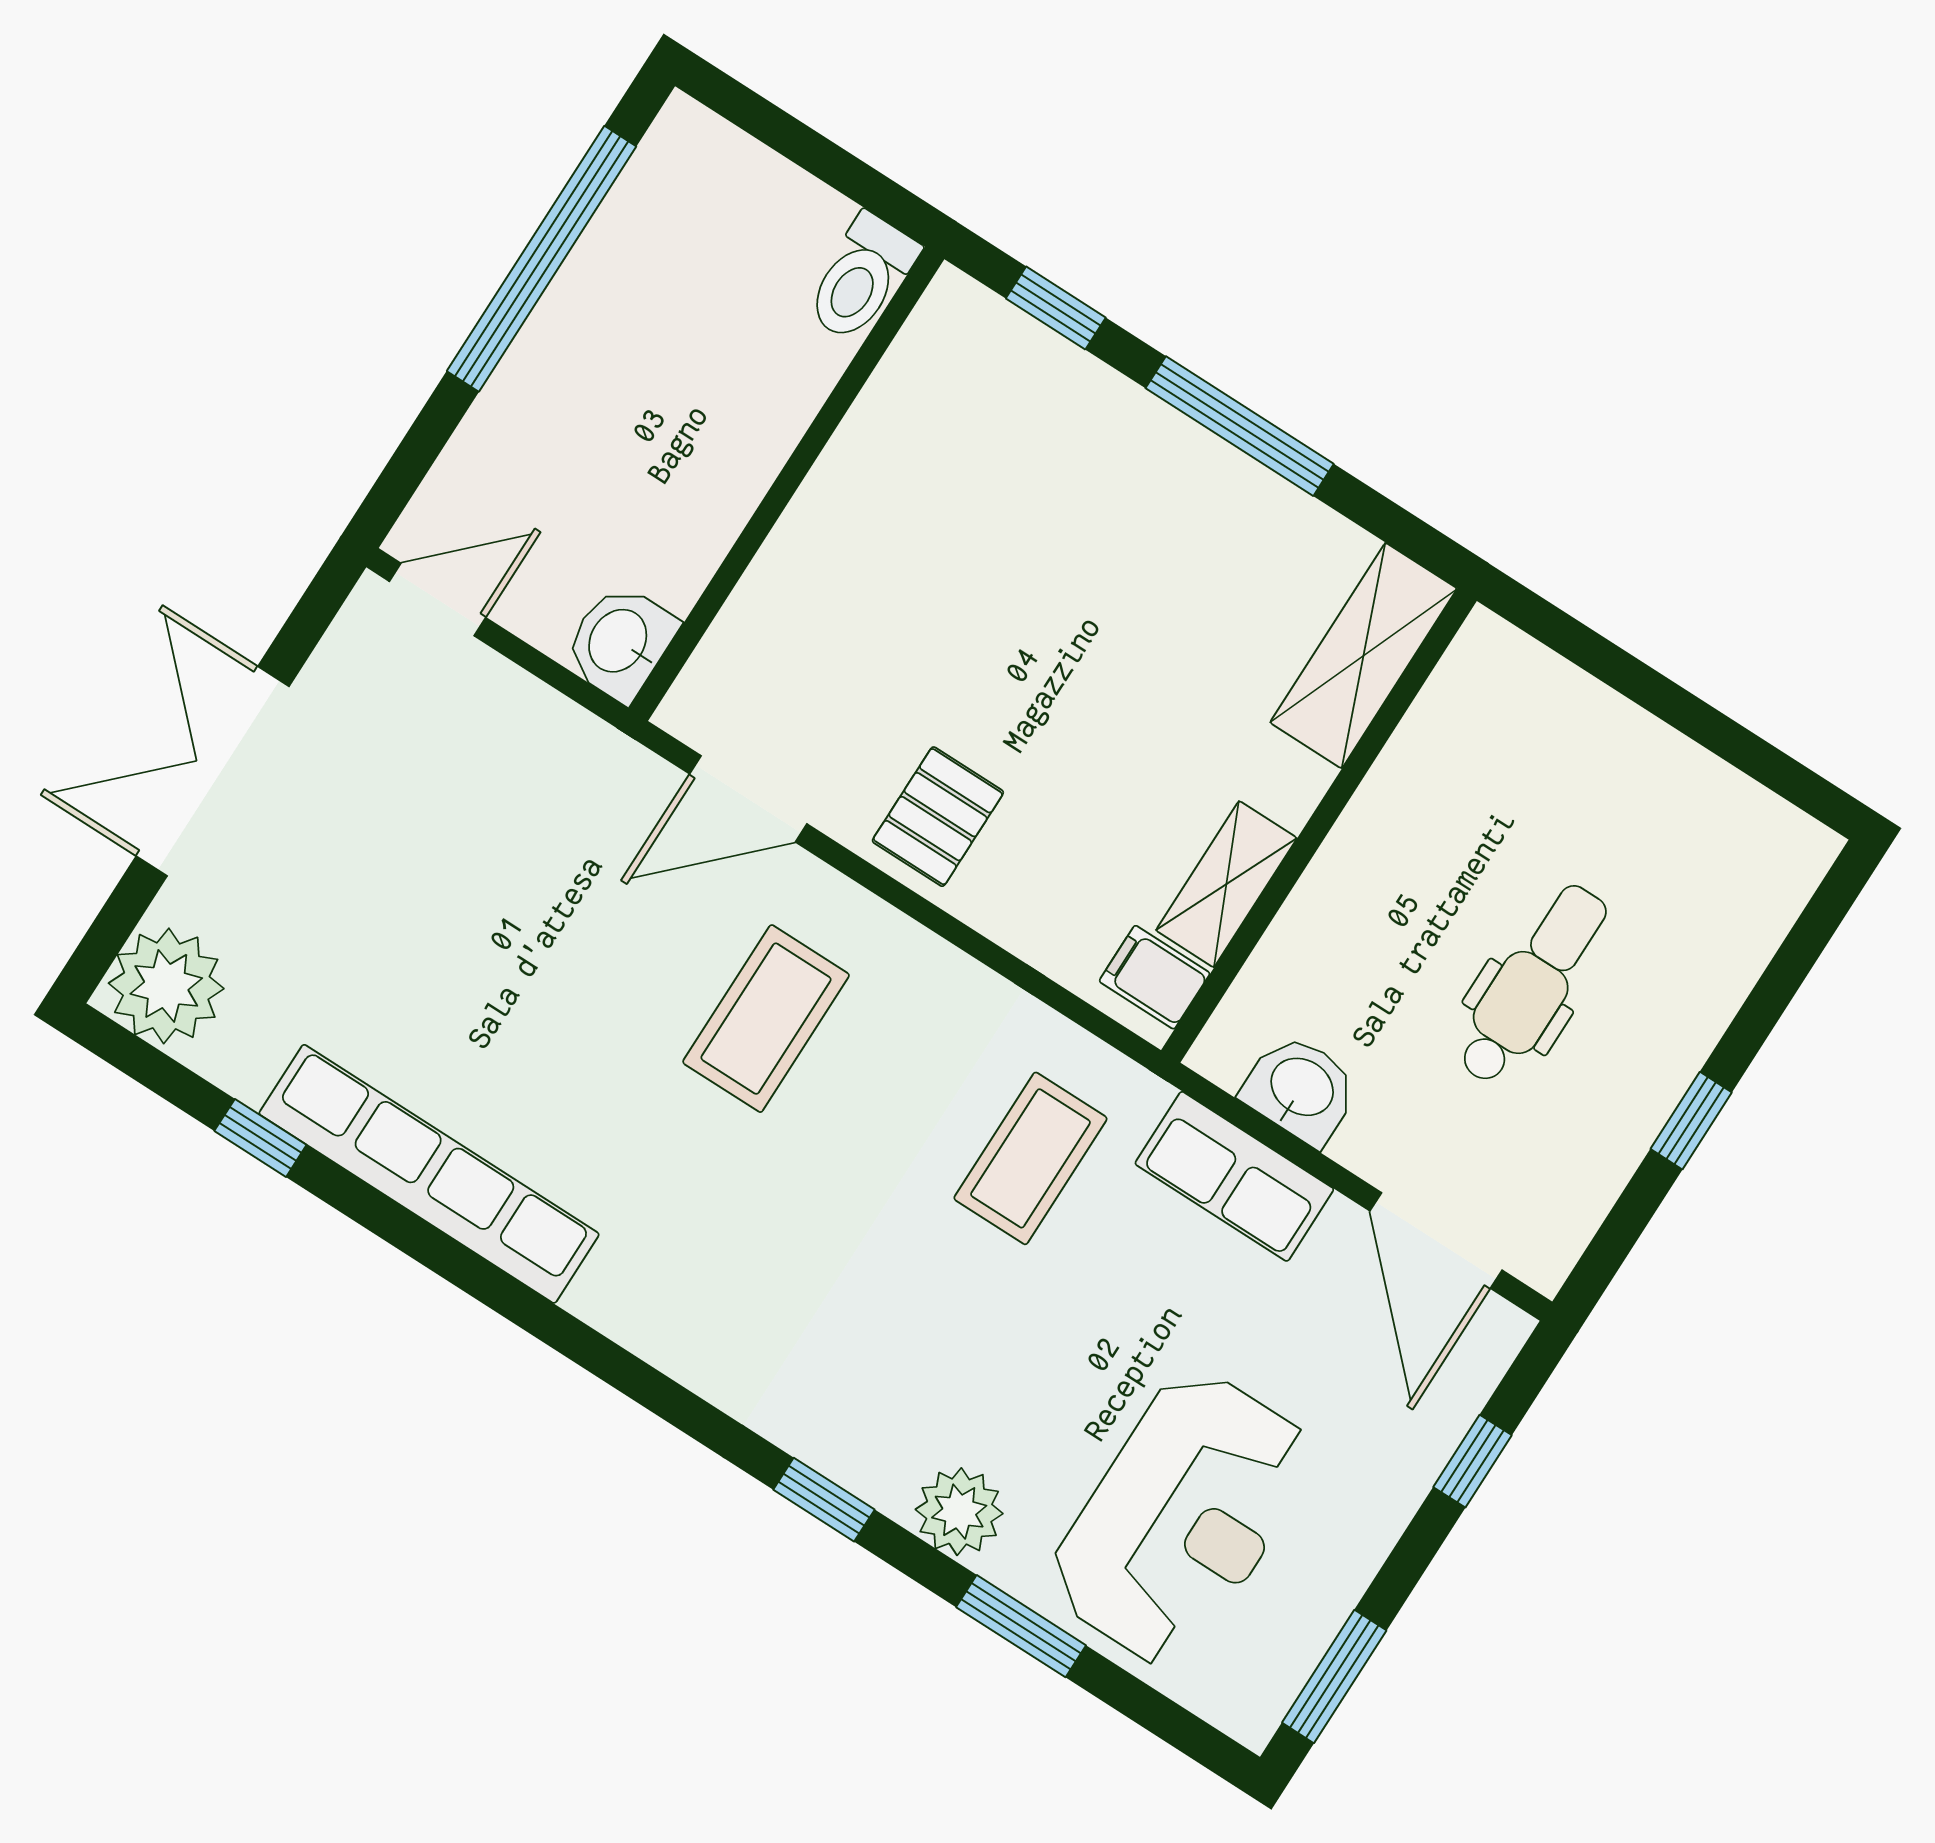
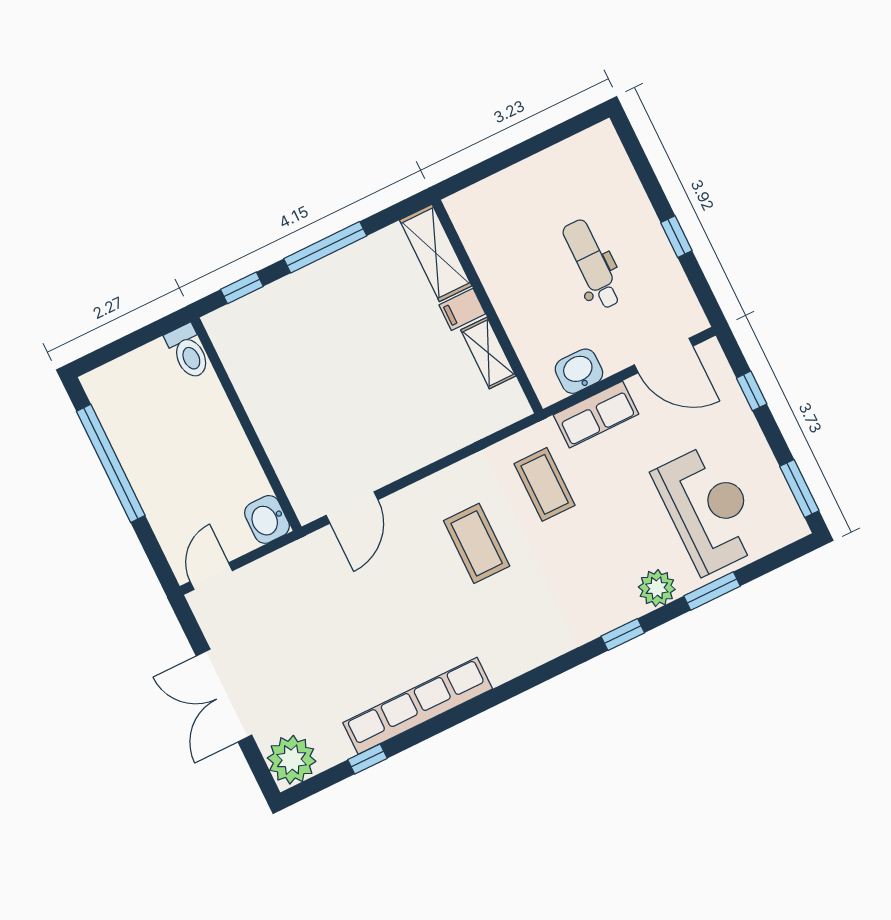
pallet: (938, 817) -> (400, 443), removed
filing cabinet: (1155, 977) -> (462, 309), moved
coffee table: (766, 1019) -> (477, 543), moved

